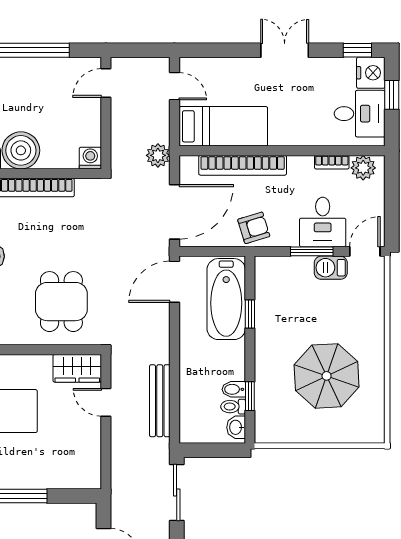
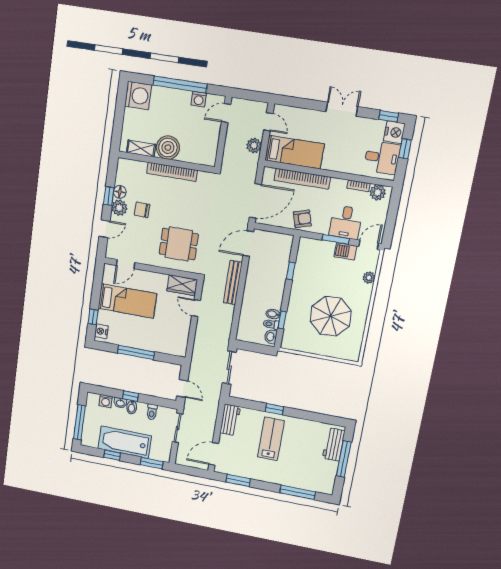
plant: (158, 155) -> (254, 146), moved
washing machine: (90, 158) -> (199, 99), moved, turned 180
bathtub: (226, 299) -> (278, 259), removed
dining table: (61, 302) -> (179, 244), turned 90
plant: (375, 303) -> (369, 278), added
bench: (160, 401) -> (233, 283), moved

